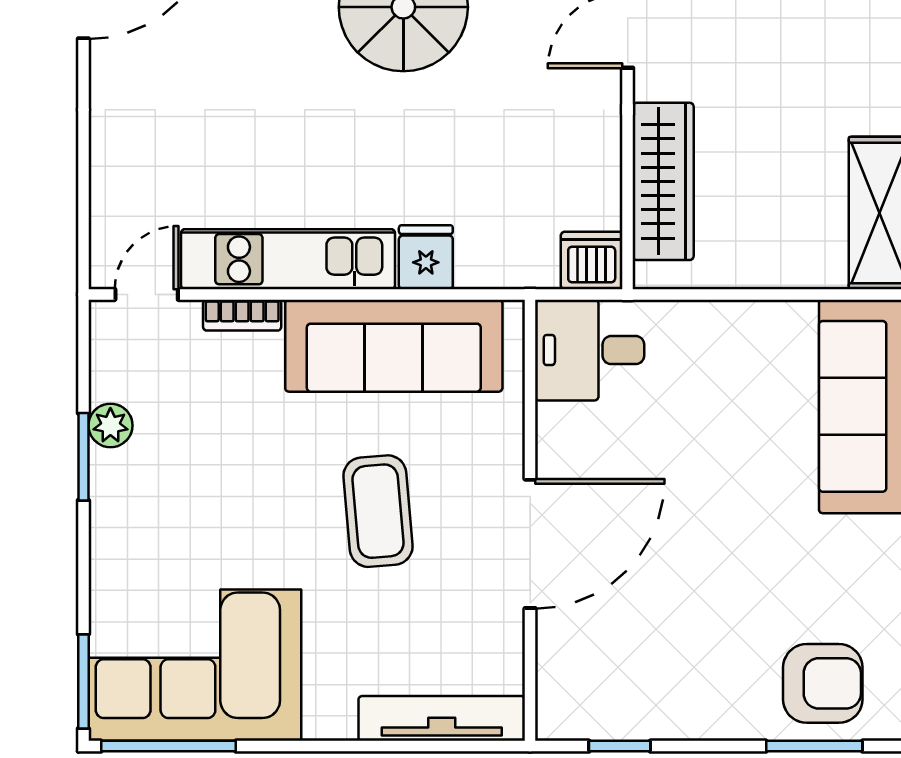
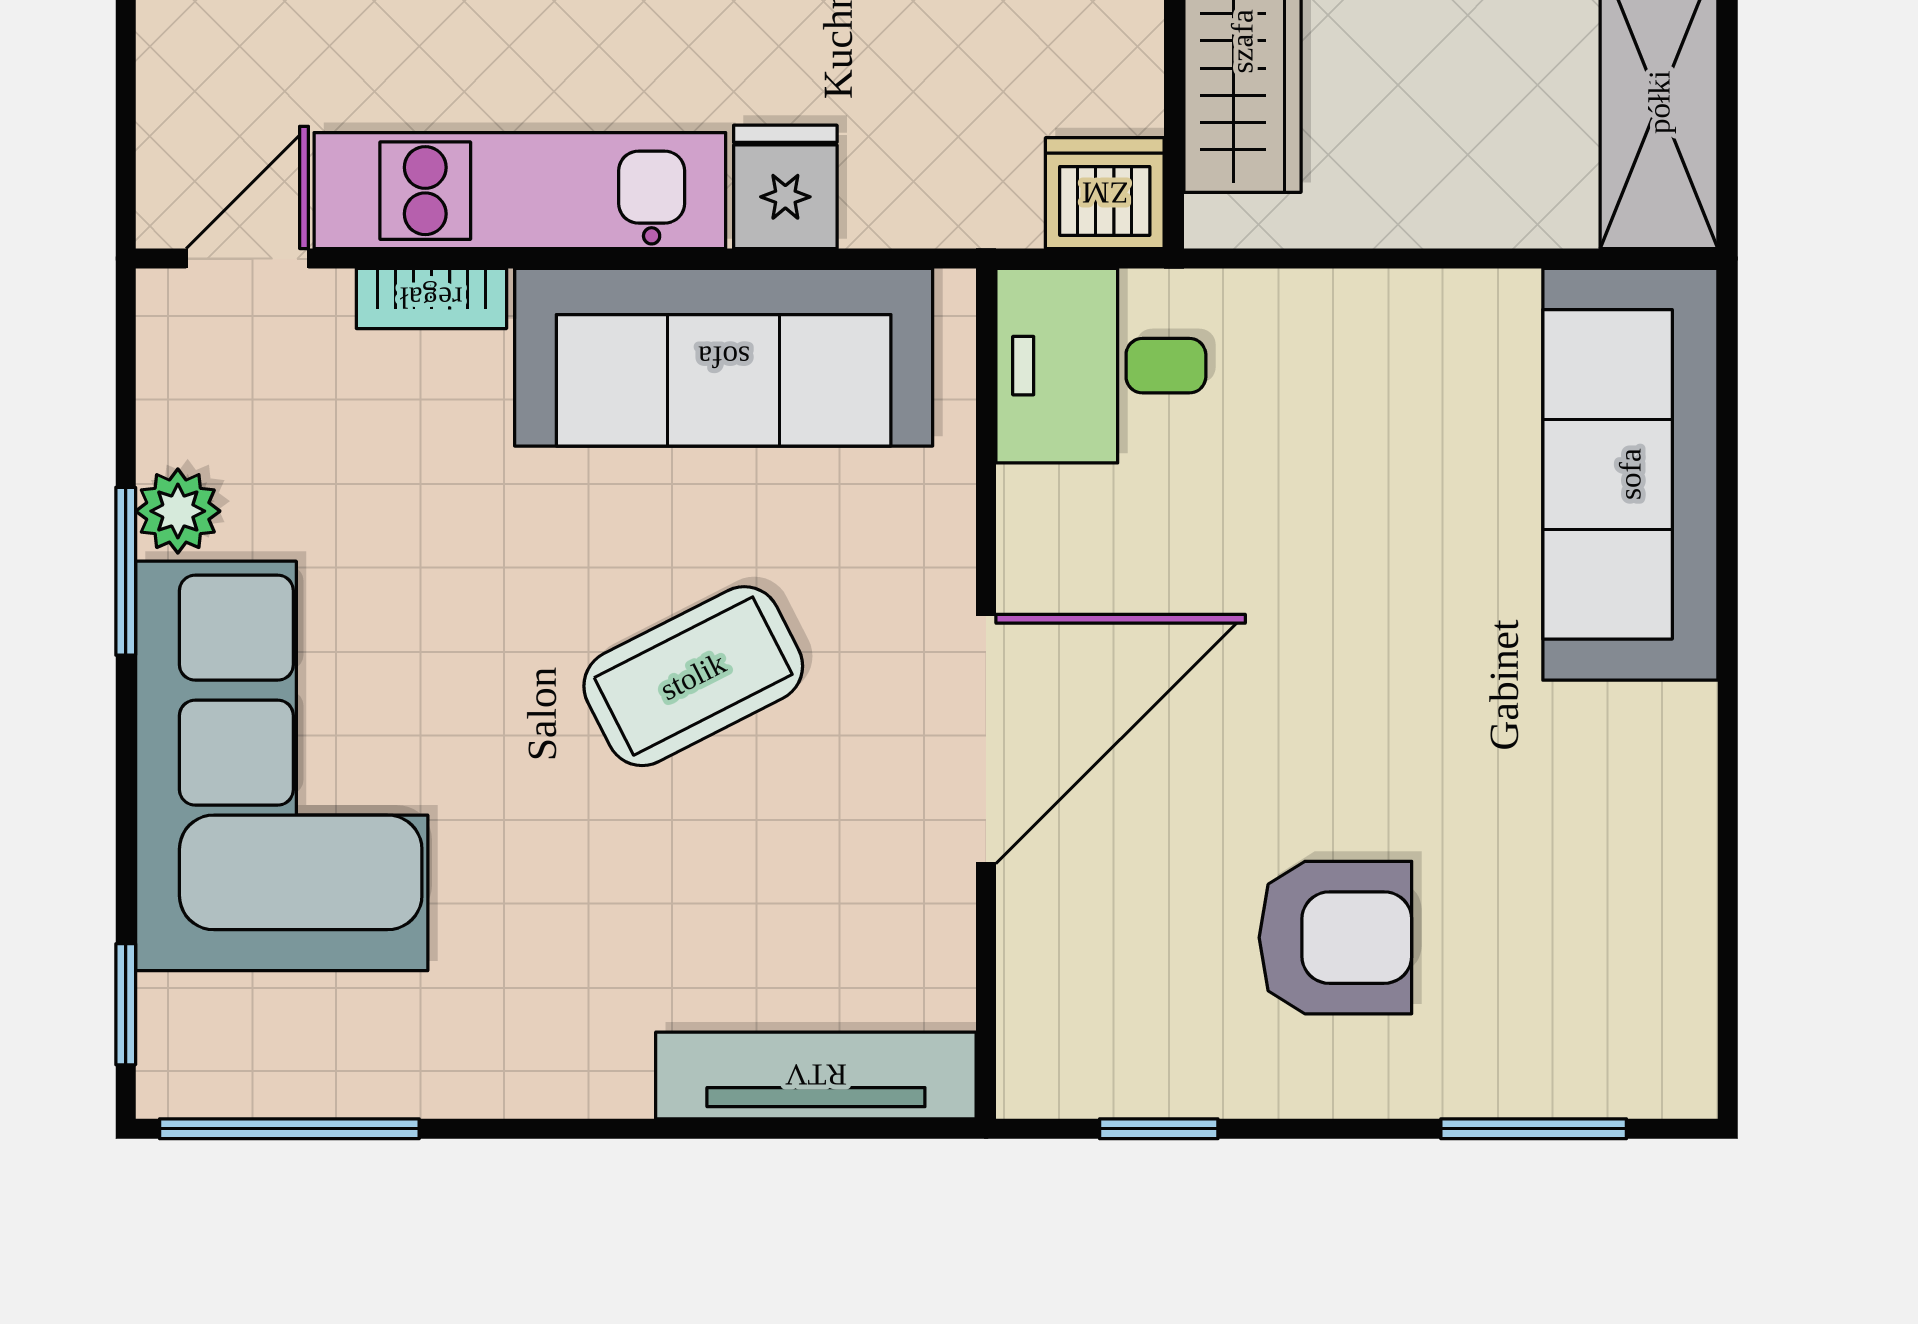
coffee table: (378, 511) -> (693, 676), turned 68
corner sofa: (195, 665) -> (282, 766), moved, turned 90
window: (83, 681) -> (126, 1004), width x0.67
armchair: (823, 683) -> (1335, 938), moved

